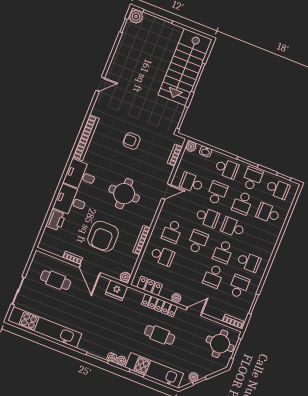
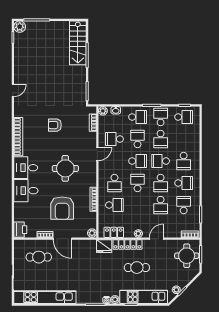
stairs: (185, 67) -> (78, 43), width x0.73, depth x0.66
school desk: (268, 213) -> (184, 161), moved, turned -90
printer: (56, 220) -> (20, 230), moved
fridge: (116, 290) -> (104, 246), moved

